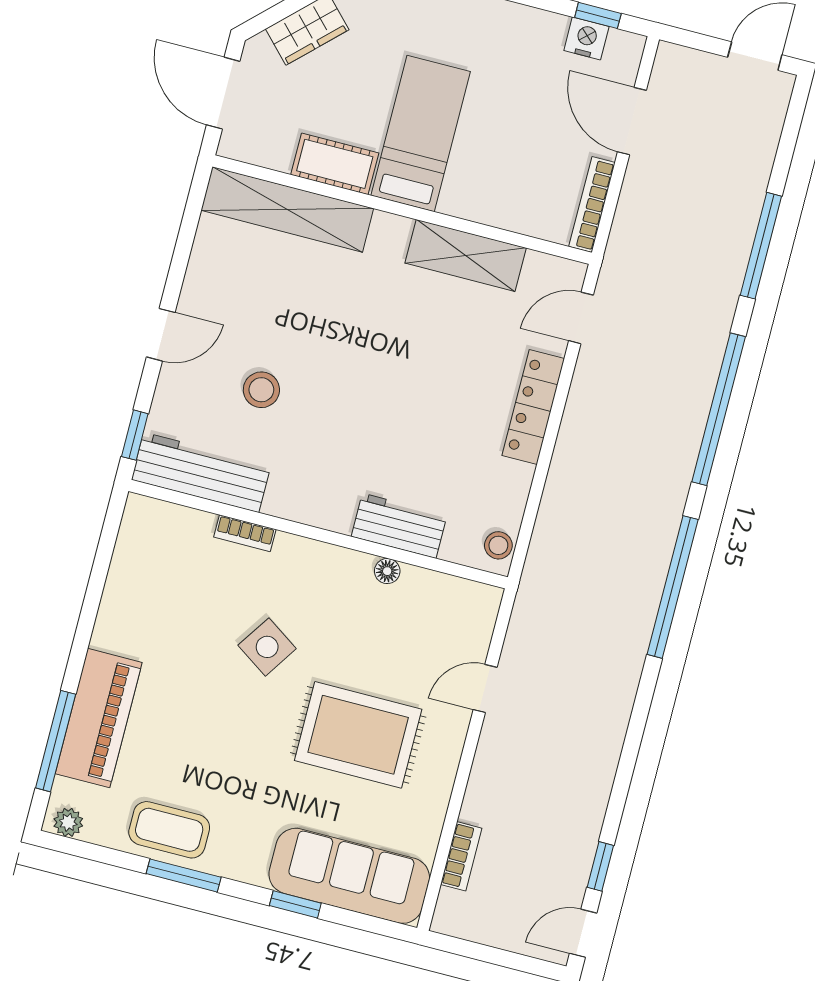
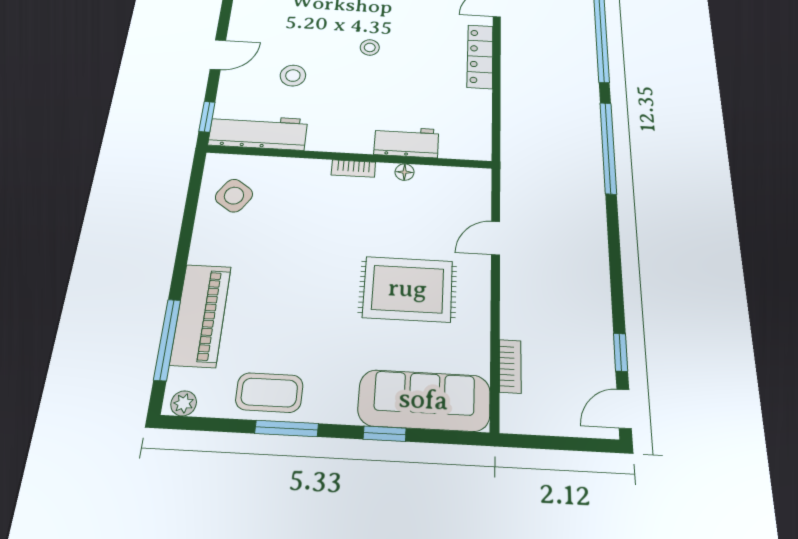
bookcase: (245, 533) -> (353, 169), moved
stool: (498, 545) -> (370, 47), moved
side table: (267, 647) -> (234, 196), moved

